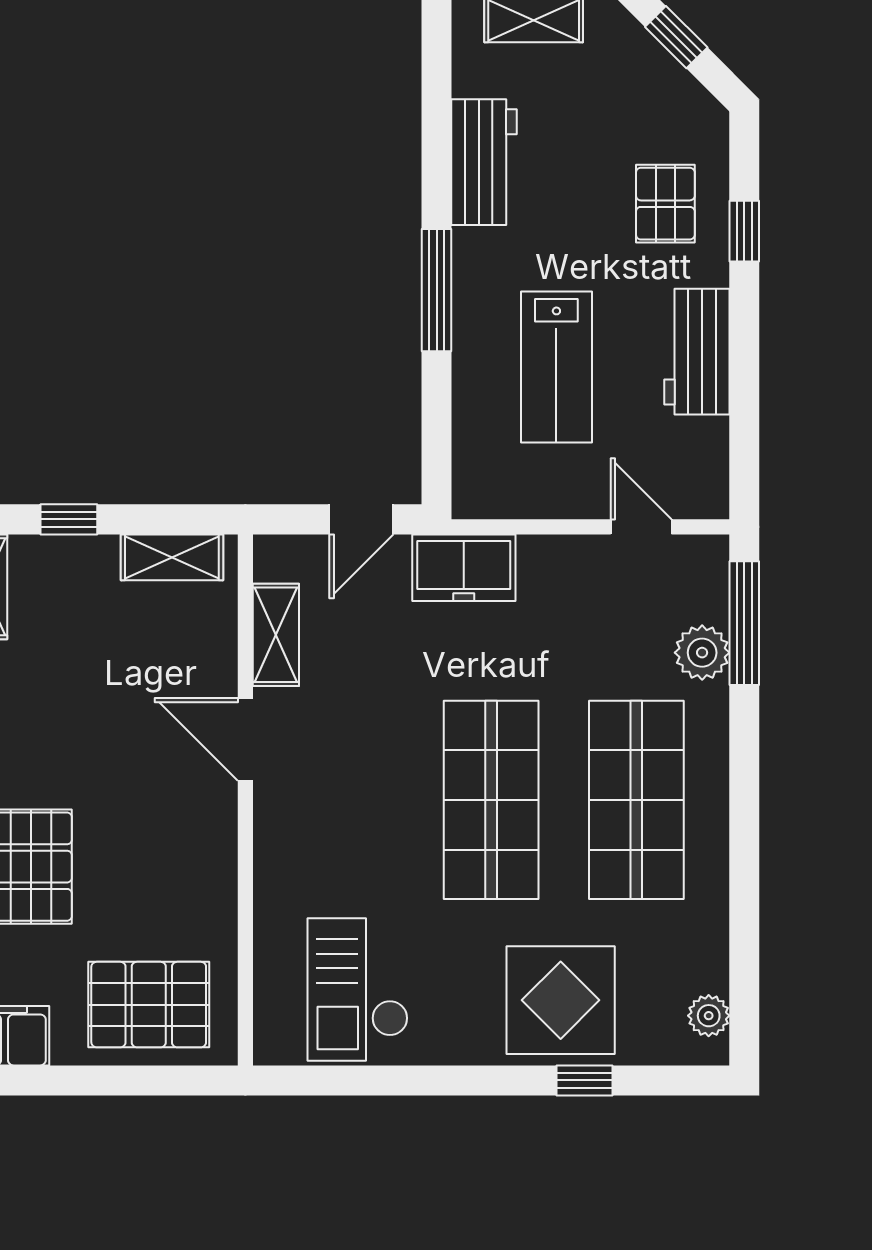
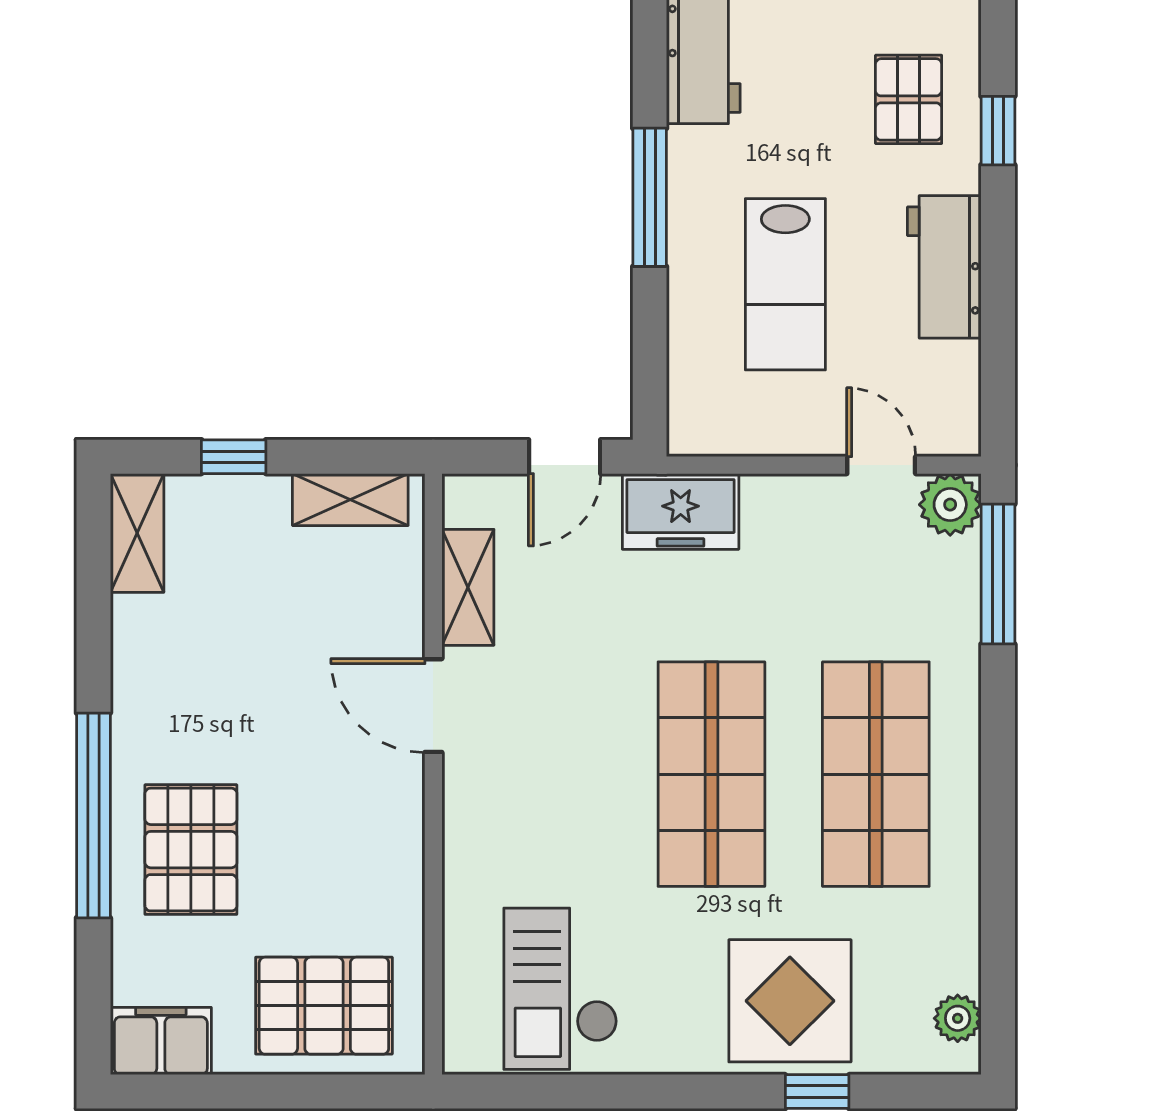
plant: (702, 653) -> (950, 505), moved

